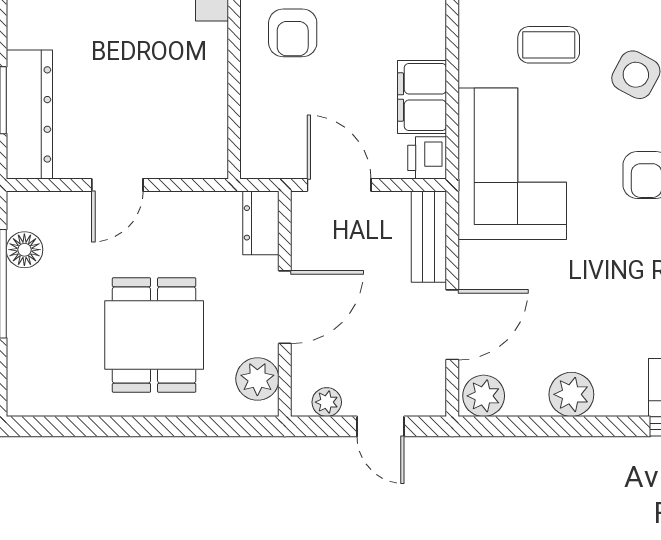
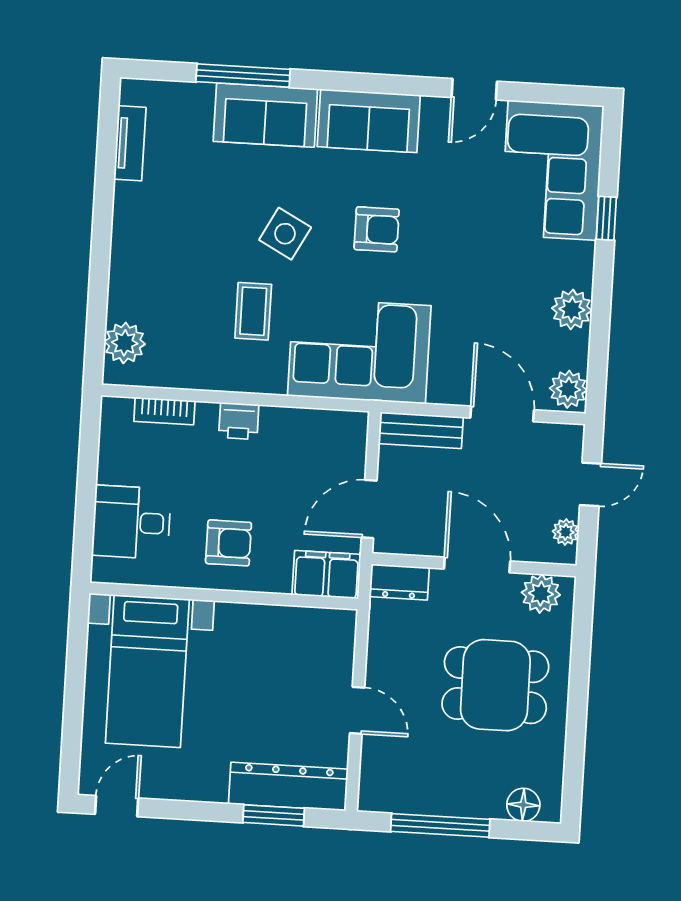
filing cabinet: (422, 97) -> (327, 575), moved, turned 180
printer: (427, 158) -> (239, 421), moved
floor lamp: (24, 250) -> (523, 805), moved

